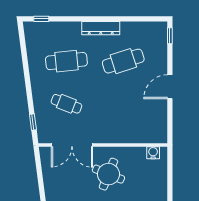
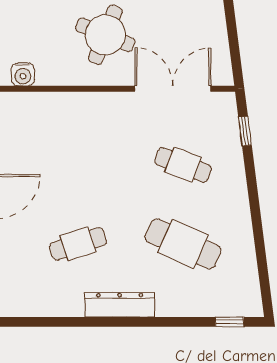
cafe table: (66, 61) -> (183, 244), turned 30
cafe table: (123, 61) -> (78, 244), width x0.73, depth x0.74

